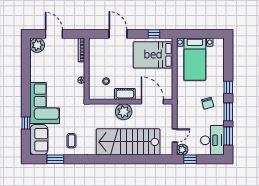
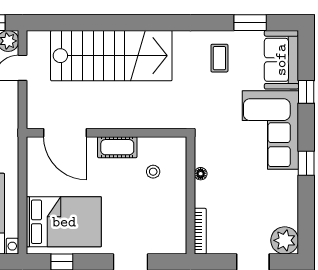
window: (26, 86) -> (306, 163), added
plant: (124, 112) -> (120, 113), removed

